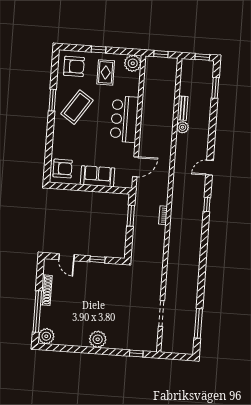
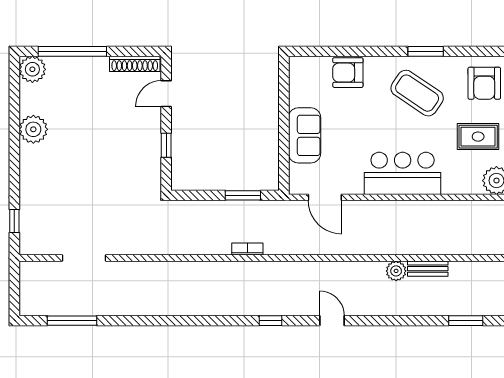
armchair: (63, 168) -> (348, 73), moved, turned 90
shoe rack: (46, 290) -> (135, 64), moved
plant: (98, 339) -> (33, 129), moved

